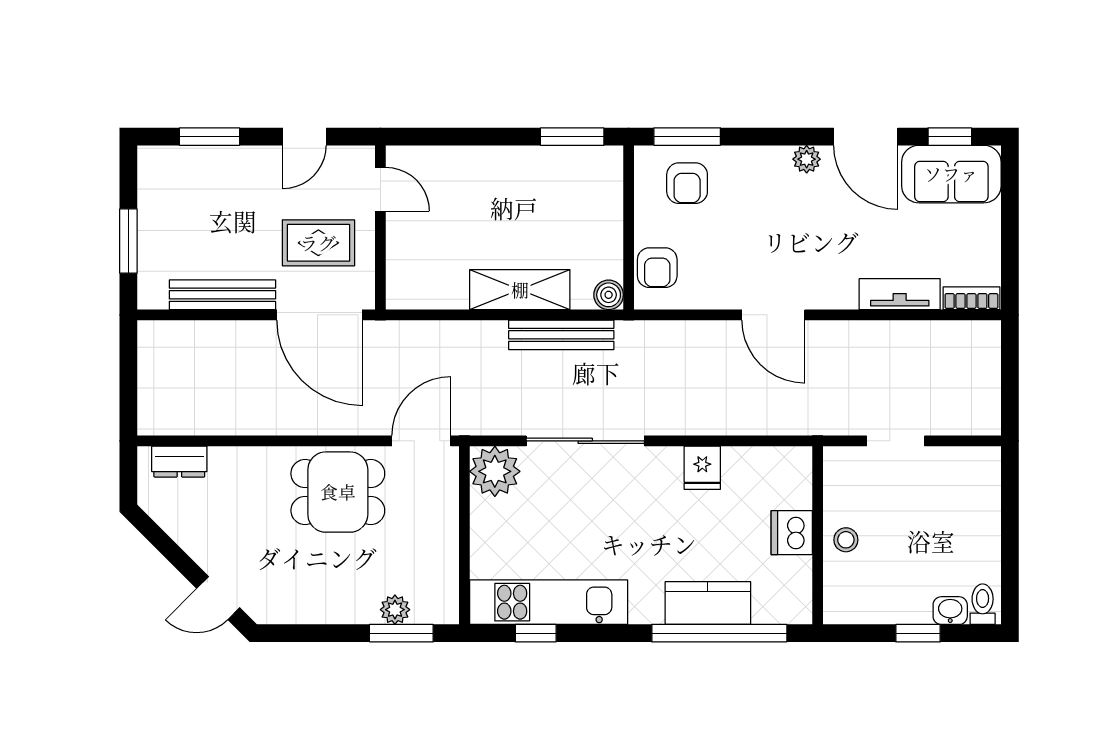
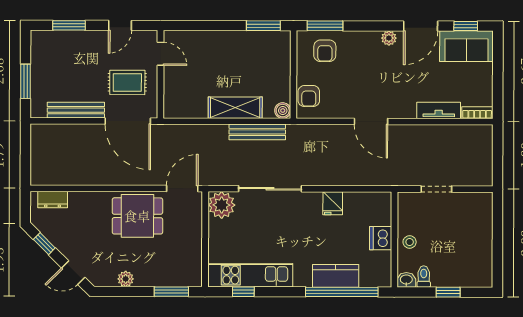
door: (866, 137) -> (421, 26), hinge flipped
window: (164, 544) -> (44, 244), added
toilet: (983, 604) -> (424, 277), moved
plant: (395, 610) -> (126, 279), moved
washbasin: (950, 611) -> (406, 280), moved

